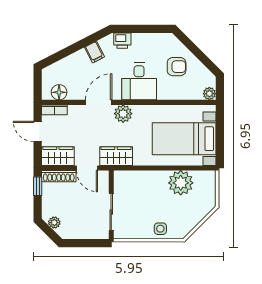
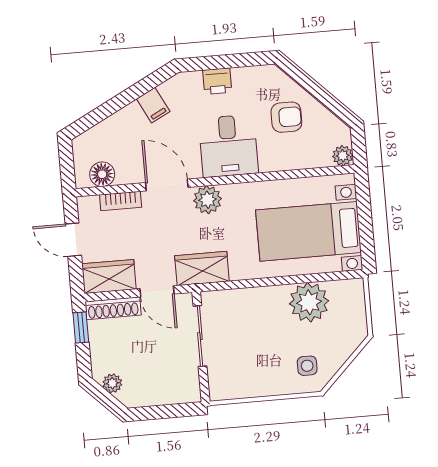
printer: (122, 41) -> (217, 81), moved
door: (99, 102) -> (167, 185), hinge flipped
bookcase: (54, 110) -> (121, 201), moved
sliding door: (111, 212) -> (200, 336), moved
side table: (160, 229) -> (307, 366), moved

